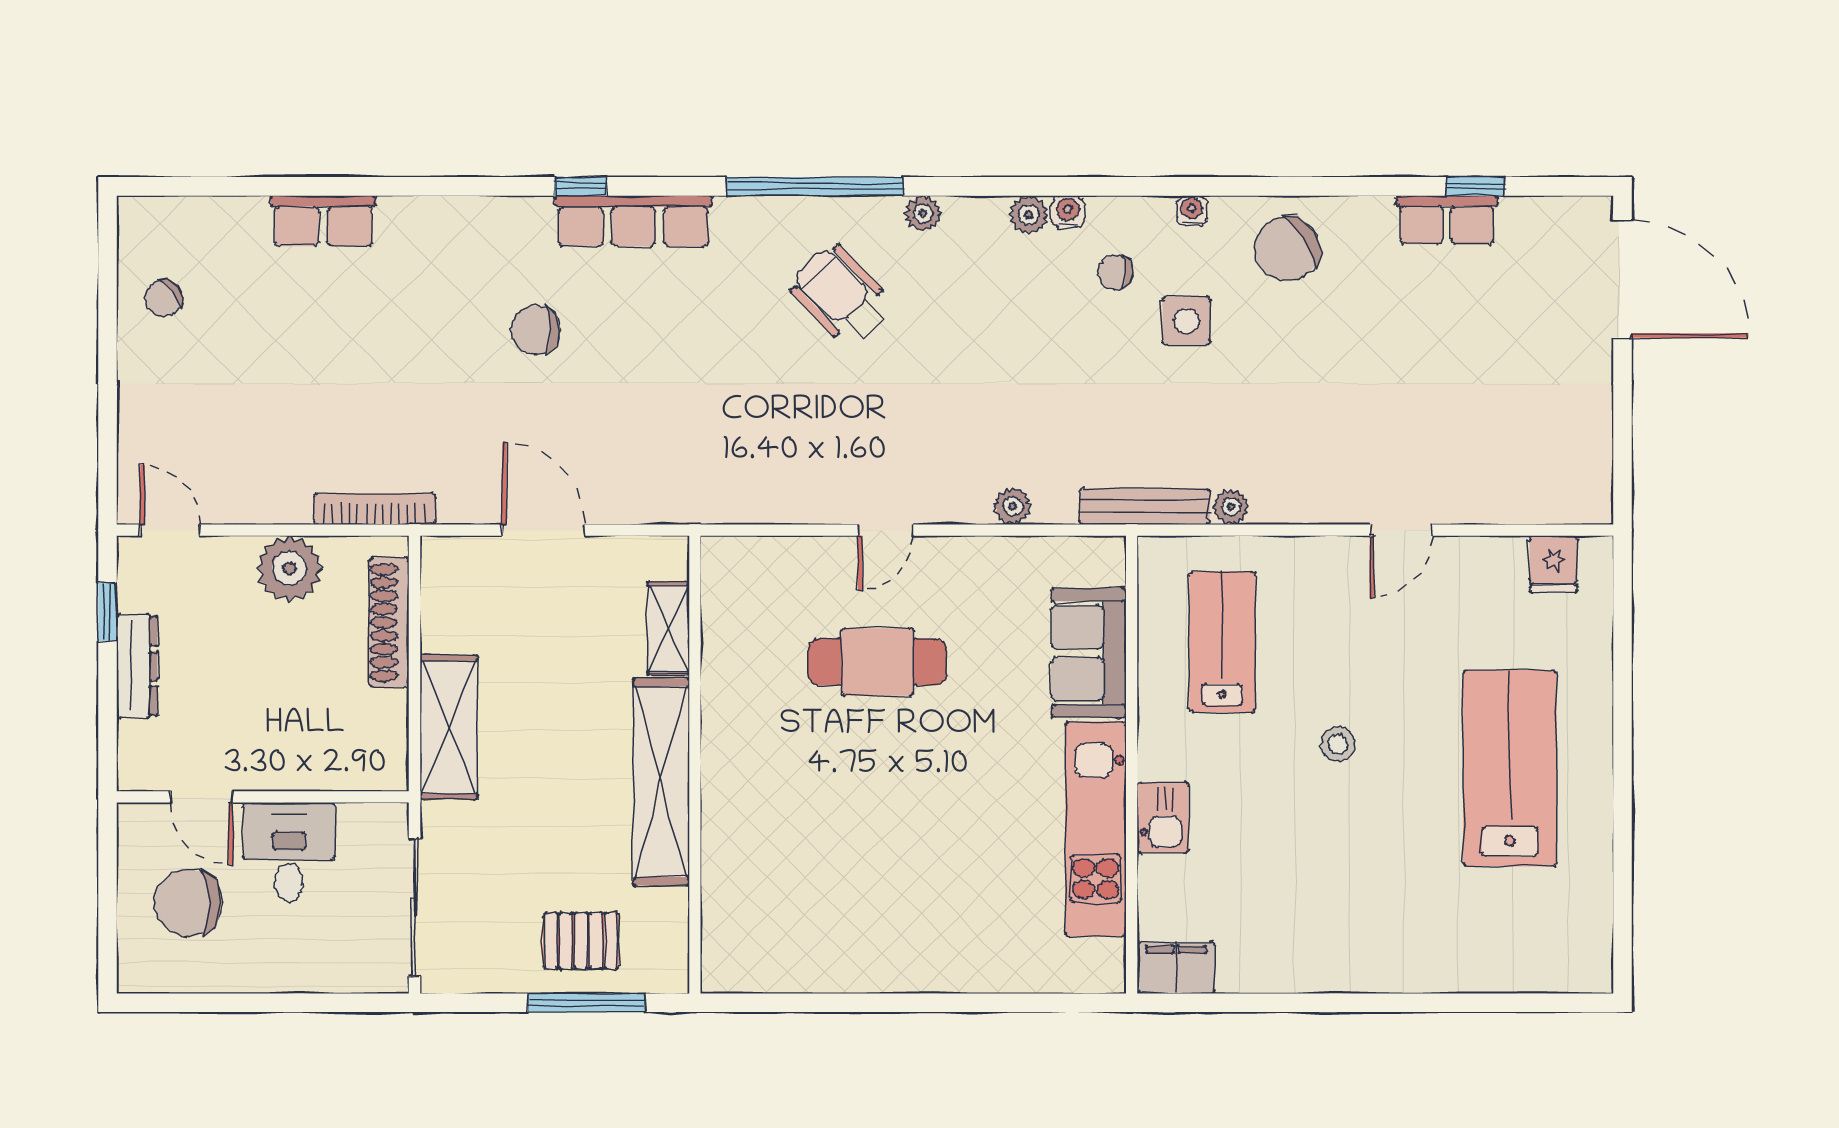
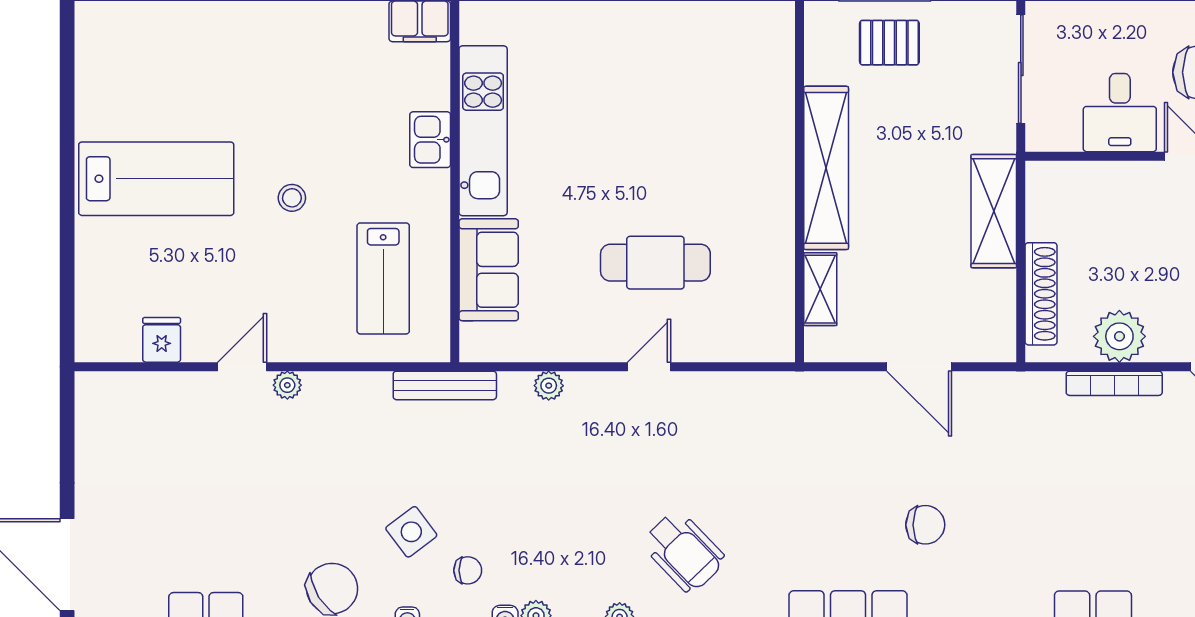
side table: (1187, 321) -> (411, 532), turned -37
plant: (1231, 507) -> (287, 385), moved
bookcase: (375, 509) -> (1114, 383), moved
fridge: (1553, 564) -> (162, 340), moved
lab bench: (1510, 768) -> (156, 179), turned -90

